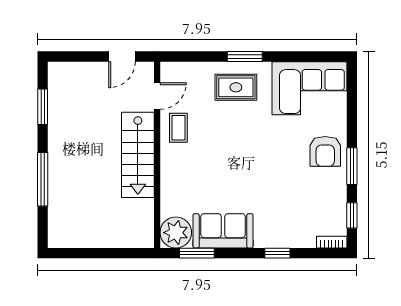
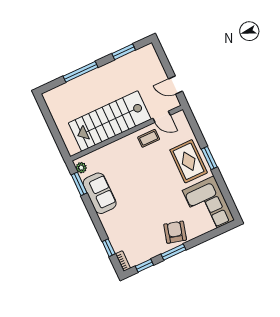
rug: (236, 87) -> (189, 161), width x1.36, depth x1.43
armchair: (325, 151) -> (175, 232), turned 105
stairs: (138, 155) -> (110, 121), width x1.36, depth x1.51
plant: (176, 233) -> (81, 168), width x0.53, depth x0.53
window: (277, 253) -> (109, 248), moved

